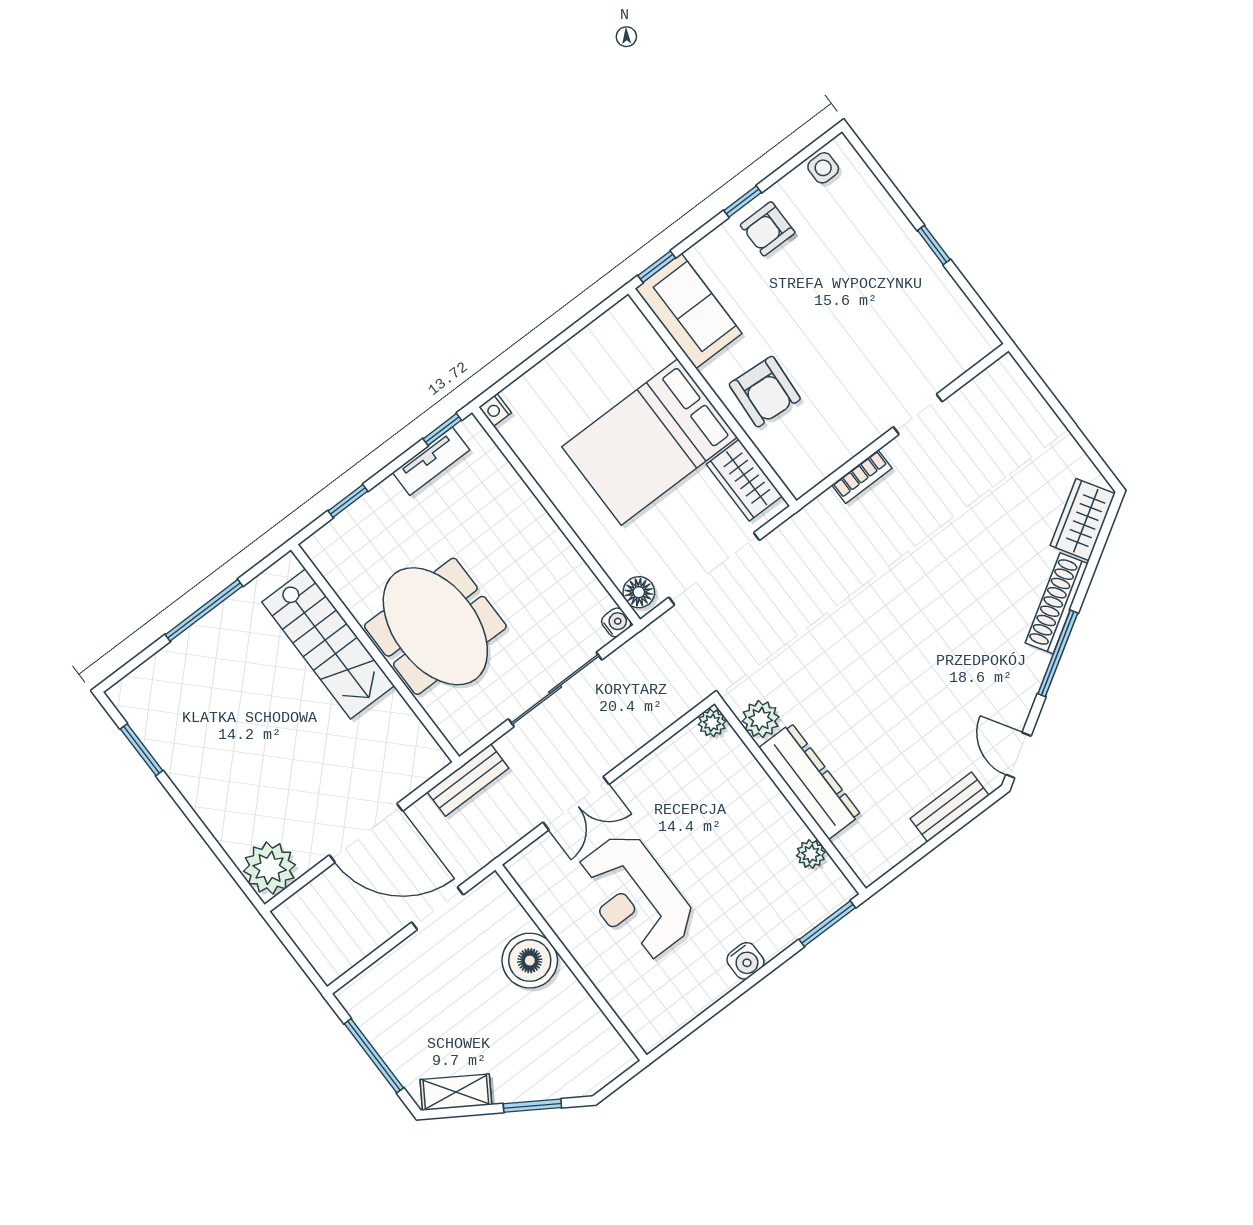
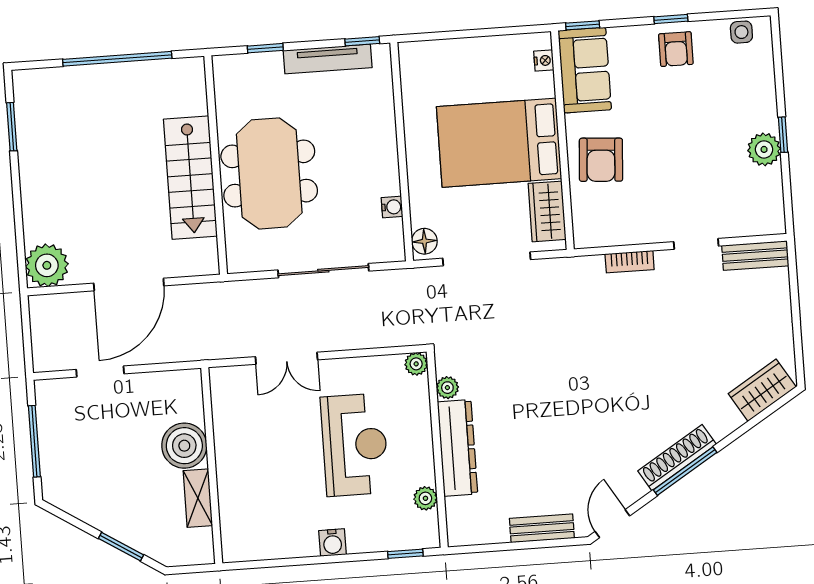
armchair: (768, 229) -> (676, 49), turned -90
plant: (924, 273) -> (764, 149), added
nightstand: (495, 410) -> (544, 61), moved, turned 180
tv unit: (431, 461) -> (328, 59), width x1.41
shoe rack: (1057, 603) -> (677, 458), moved
window: (204, 610) -> (117, 59), width x1.46
water cooler: (616, 622) -> (392, 207), moved
stairs: (328, 644) -> (190, 178), moved
plant: (761, 719) -> (447, 388), width x0.73, depth x0.73
bench: (468, 780) -> (755, 256), moved
door: (366, 833) -> (129, 285), hinge flipped
reception desk: (635, 897) -> (355, 445), moved, turned 180
doorway: (437, 908) -> (100, 372), moved
window: (827, 924) -> (405, 554), width x0.67
shelving: (456, 1092) -> (198, 498), moved, turned 58

